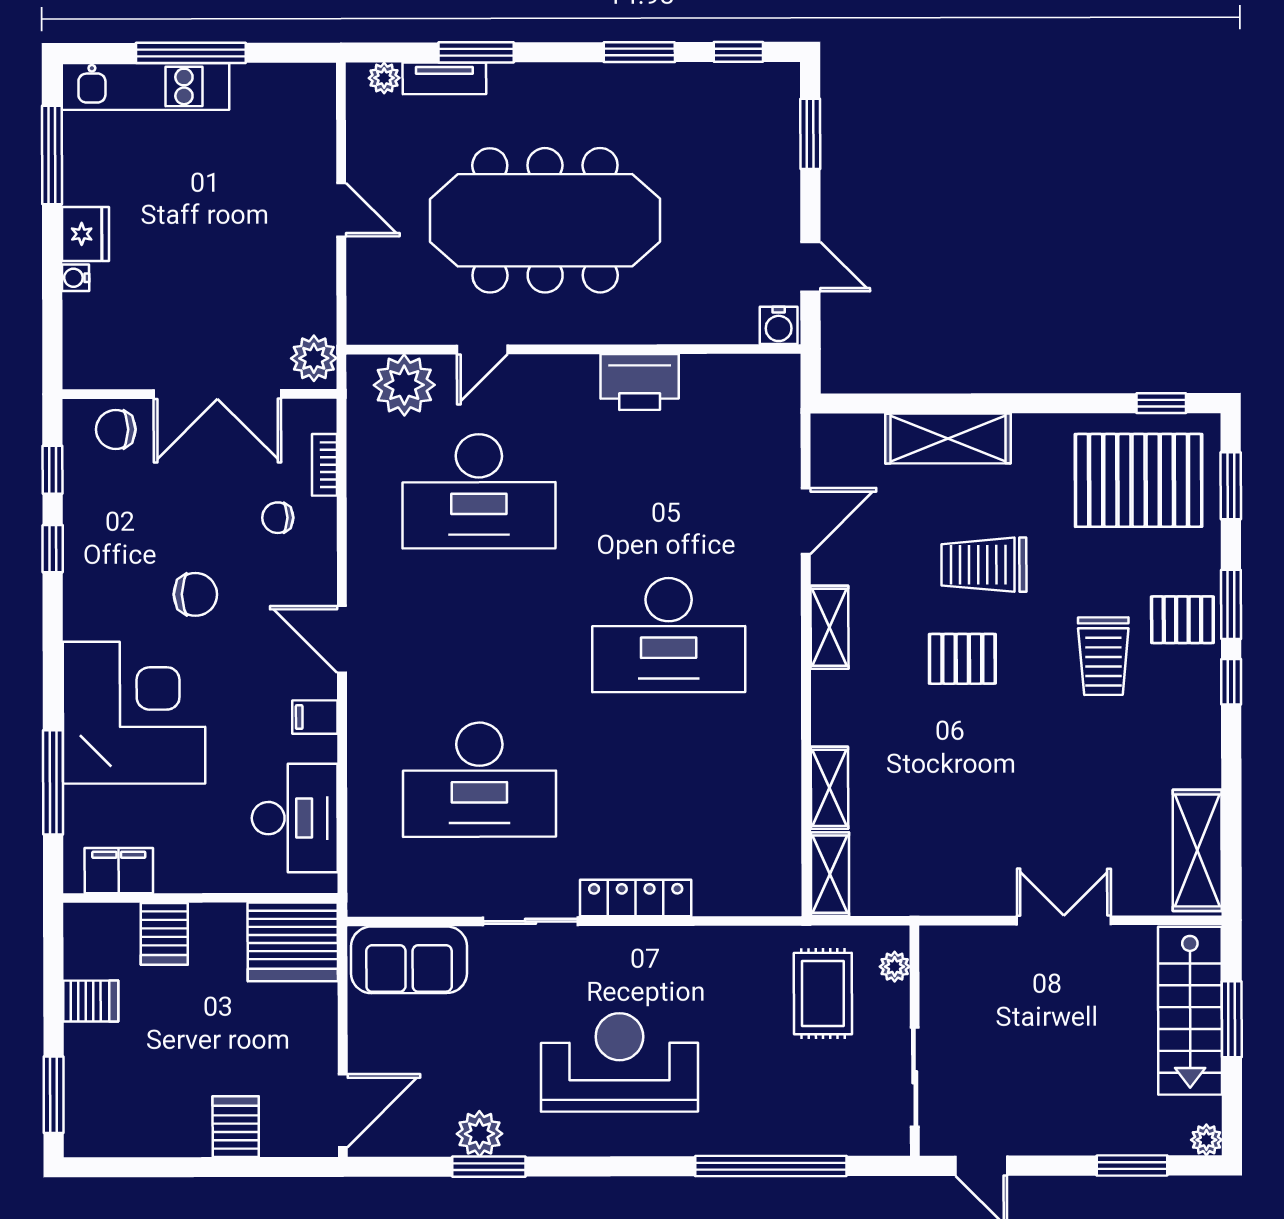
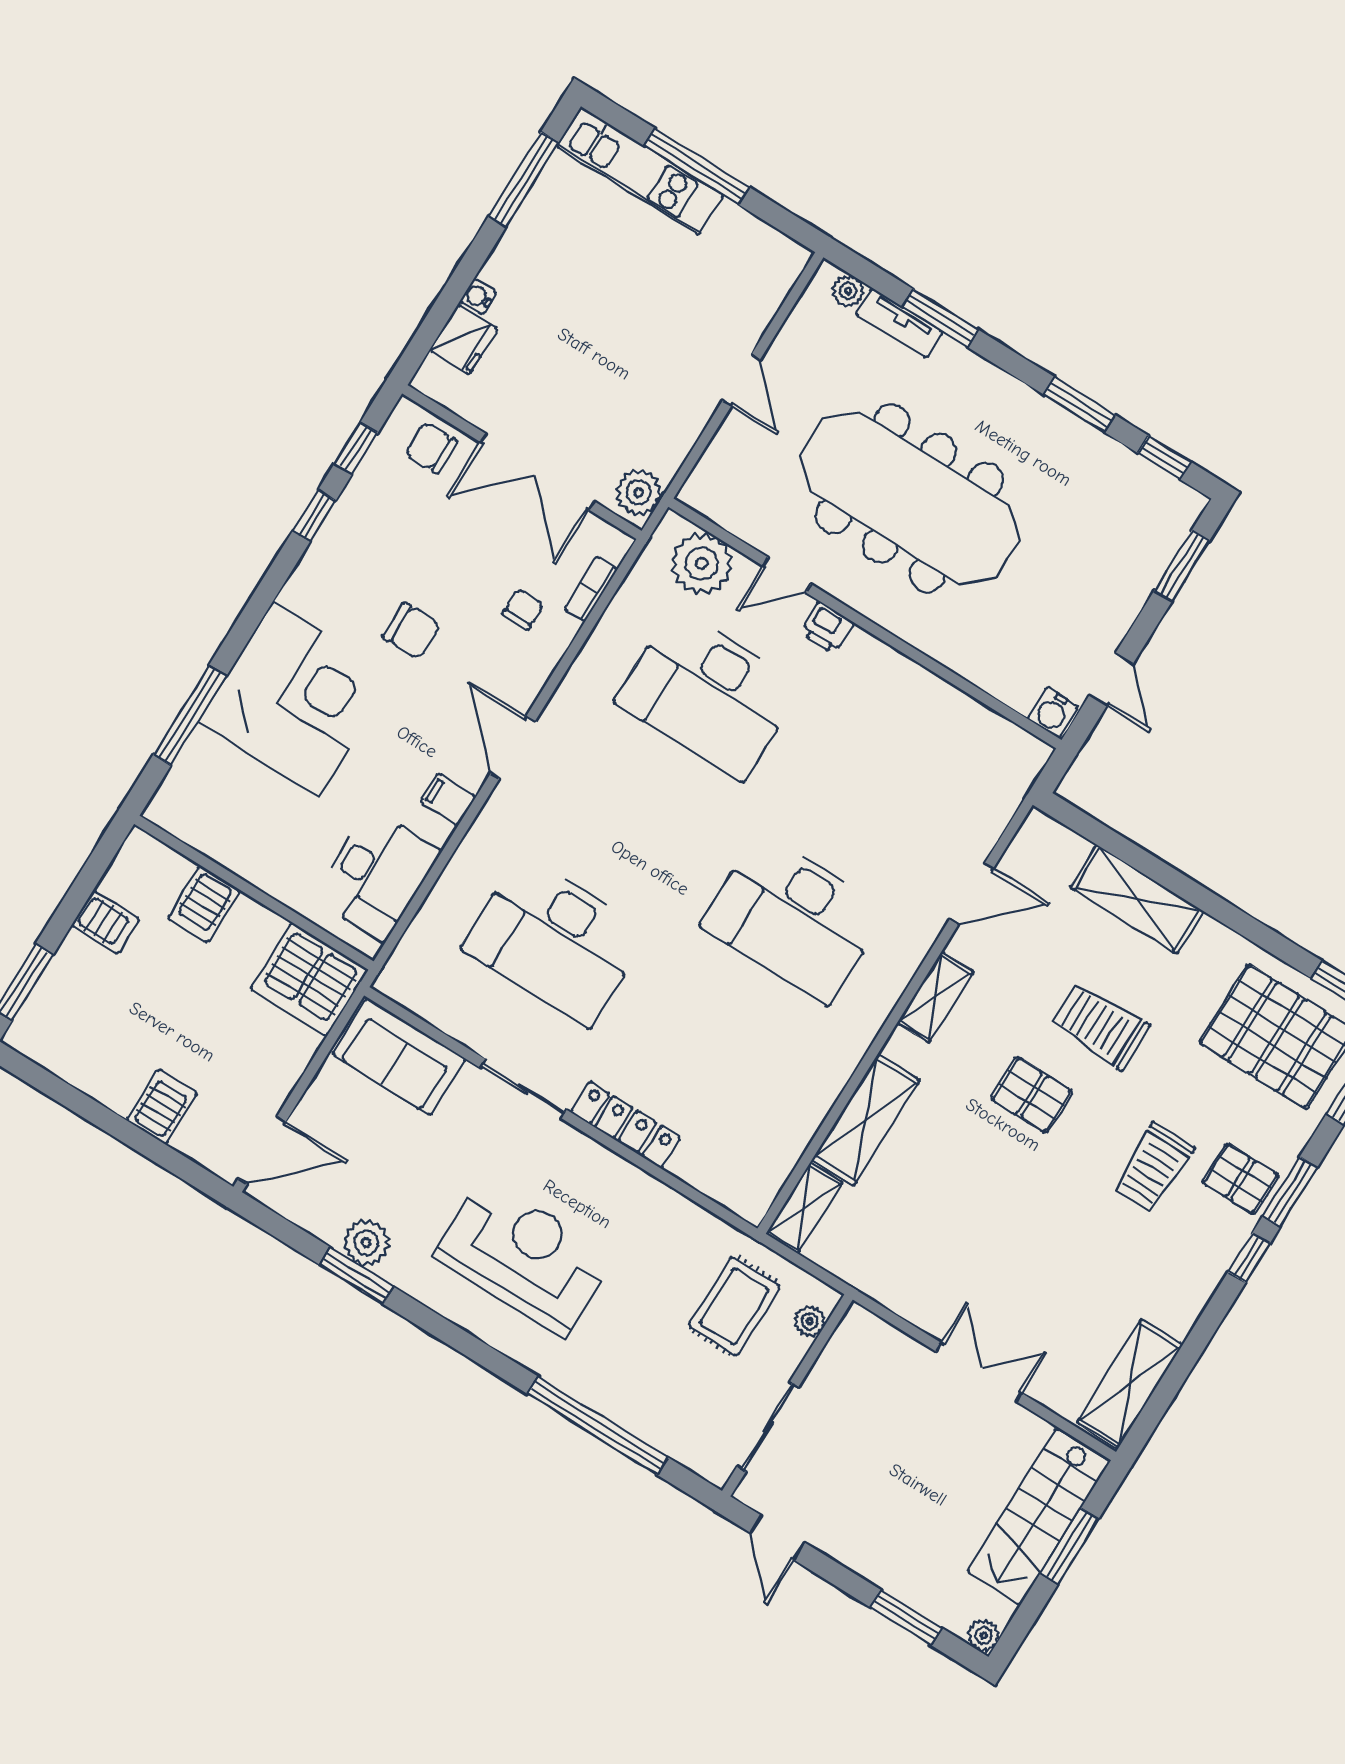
fridge: (85, 234) -> (463, 339), moved
printer: (640, 382) -> (827, 628), moved, width x0.53, depth x0.68
chair: (278, 518) -> (523, 609), turned 90
shelving: (829, 788) -> (866, 1120), width x1.50, depth x1.33
filing cabinet: (119, 871) -> (199, 826), removed

